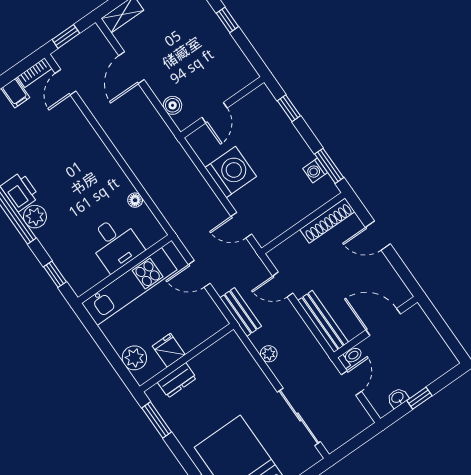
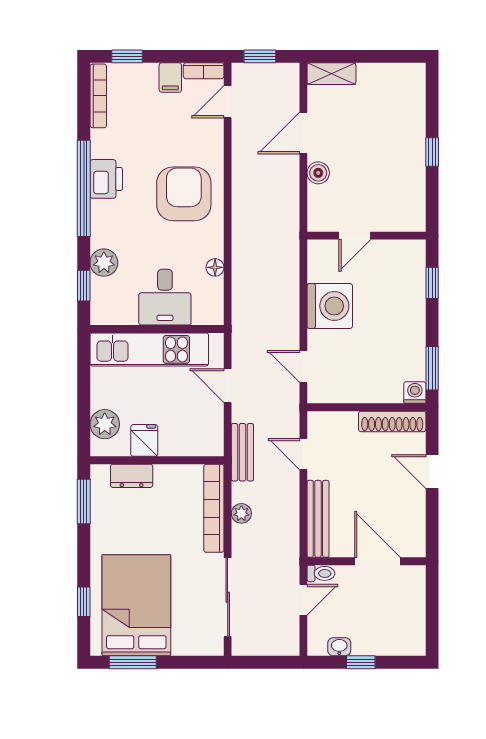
boiler: (173, 105) -> (318, 173), moved
armchair: (79, 165) -> (184, 194), added
washing machine: (315, 171) -> (415, 393), moved, turned 90
plant: (35, 217) -> (104, 263), moved
bookcase: (248, 363) -> (214, 508), added

